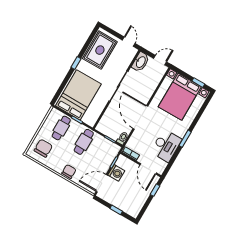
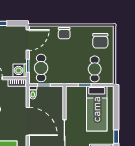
bed: (78, 95) -> (97, 109), width x0.67
cafe table: (84, 142) -> (41, 68), moved
washing machine: (116, 173) -> (20, 70), moved

